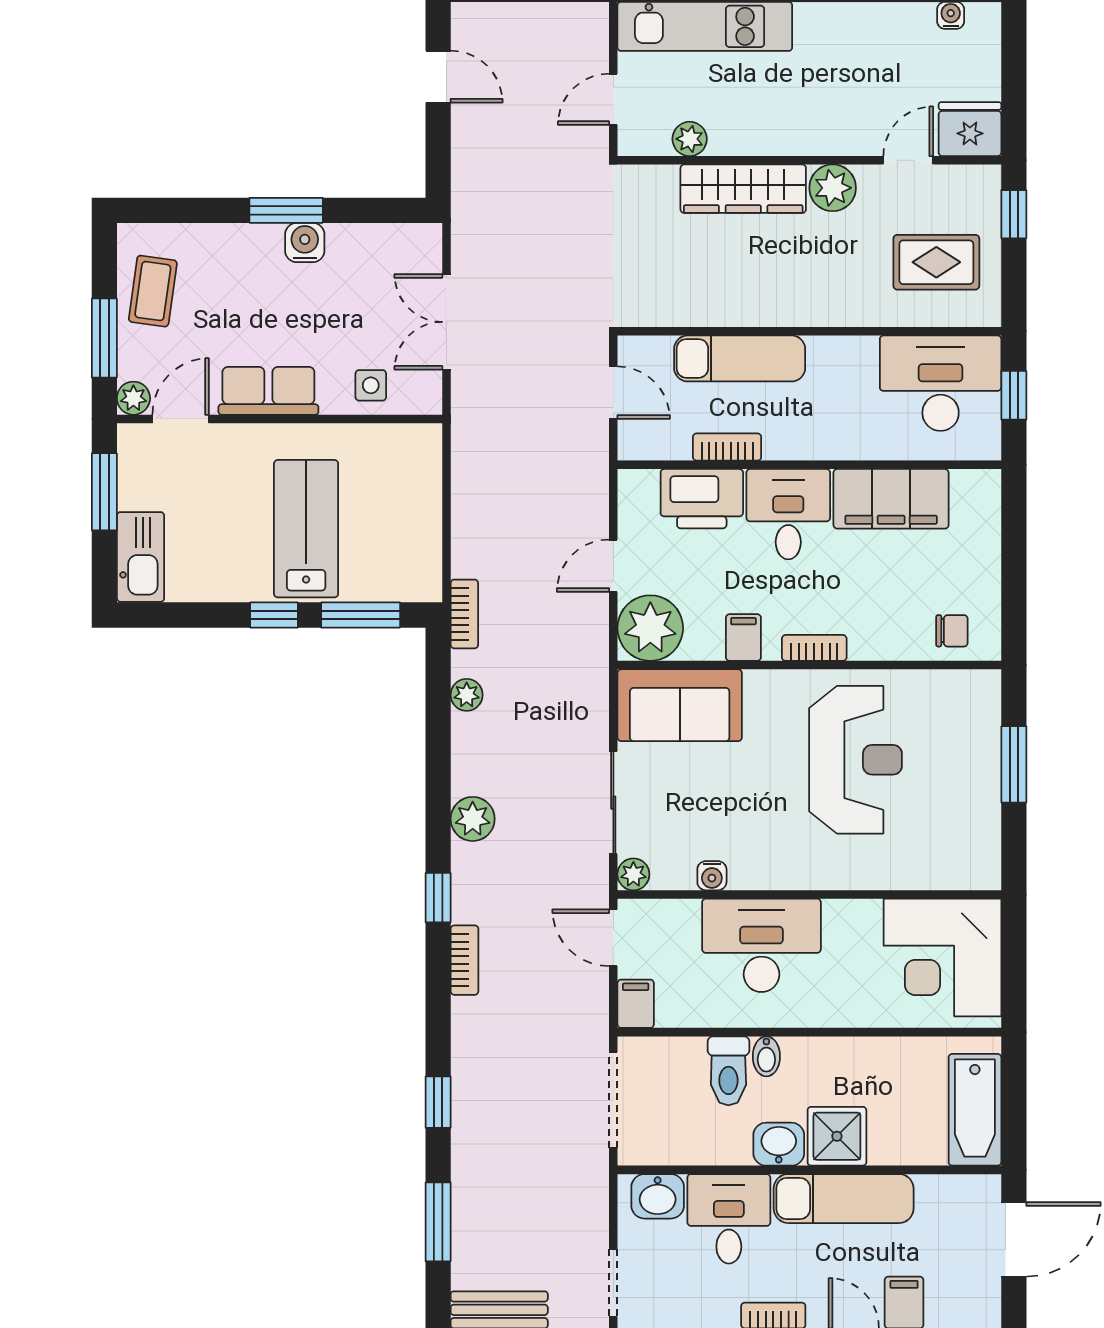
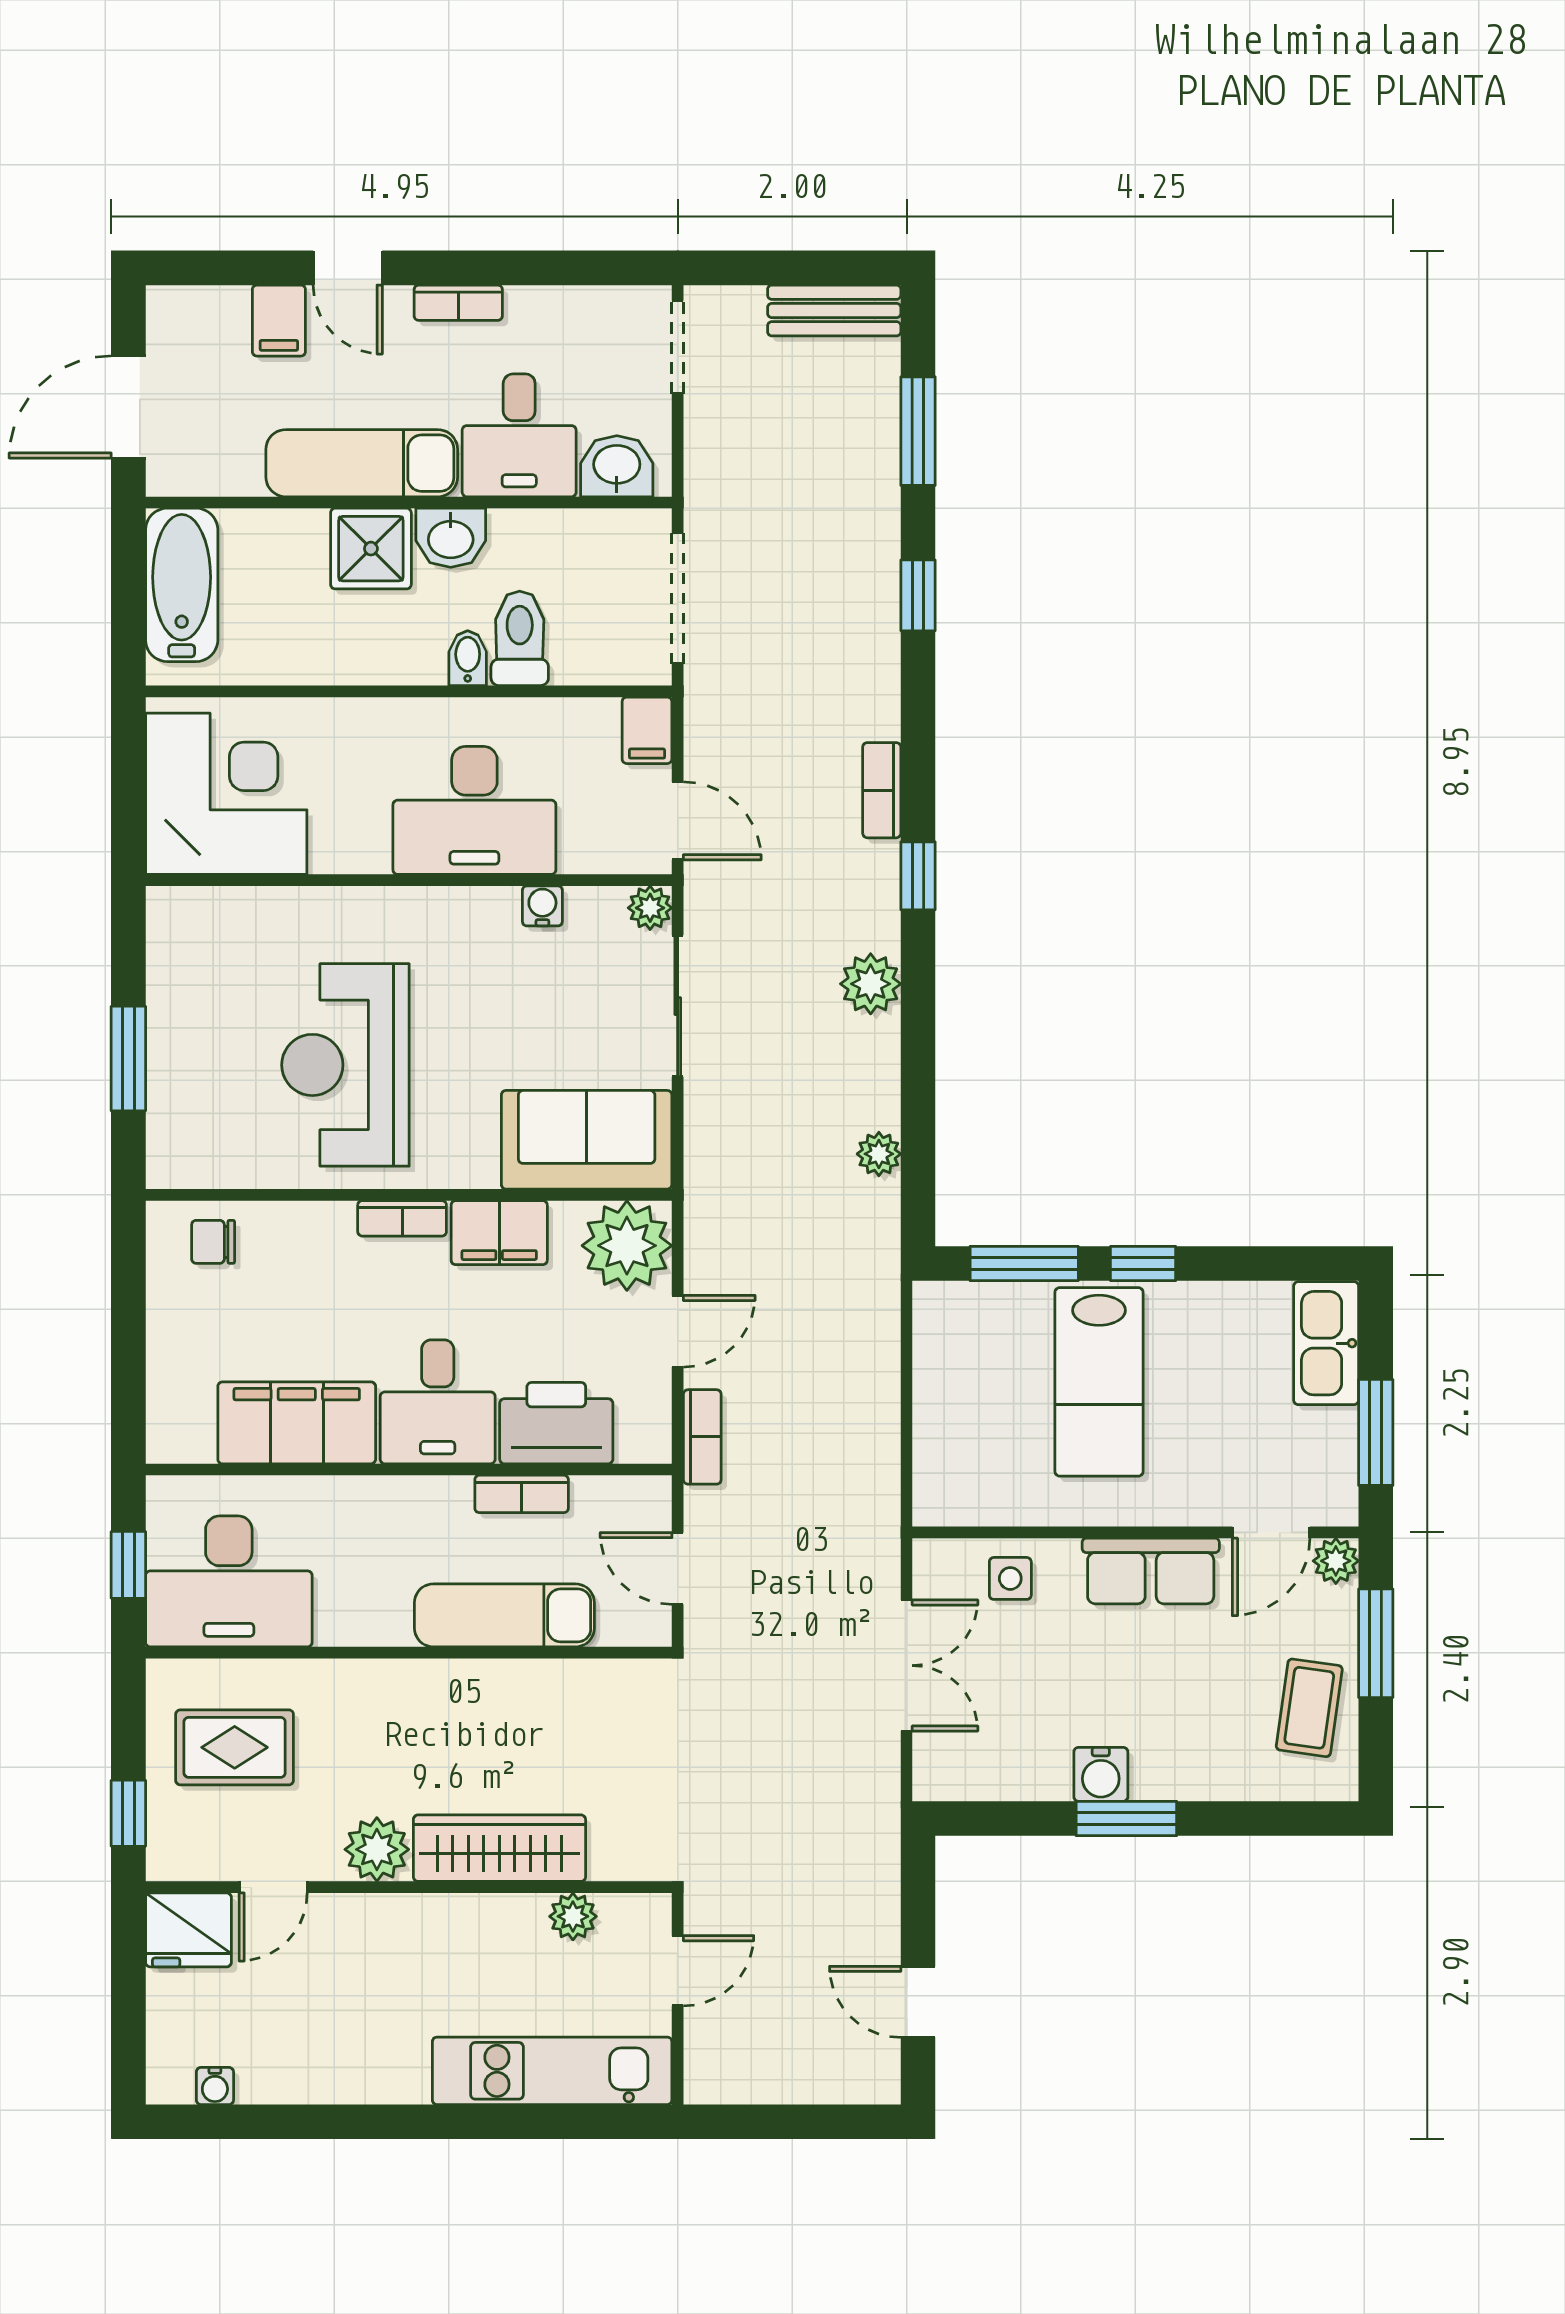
bookcase: (464, 614) -> (702, 1437), moved, turned 180
filing cabinet: (743, 638) -> (499, 1233), width x2.00

